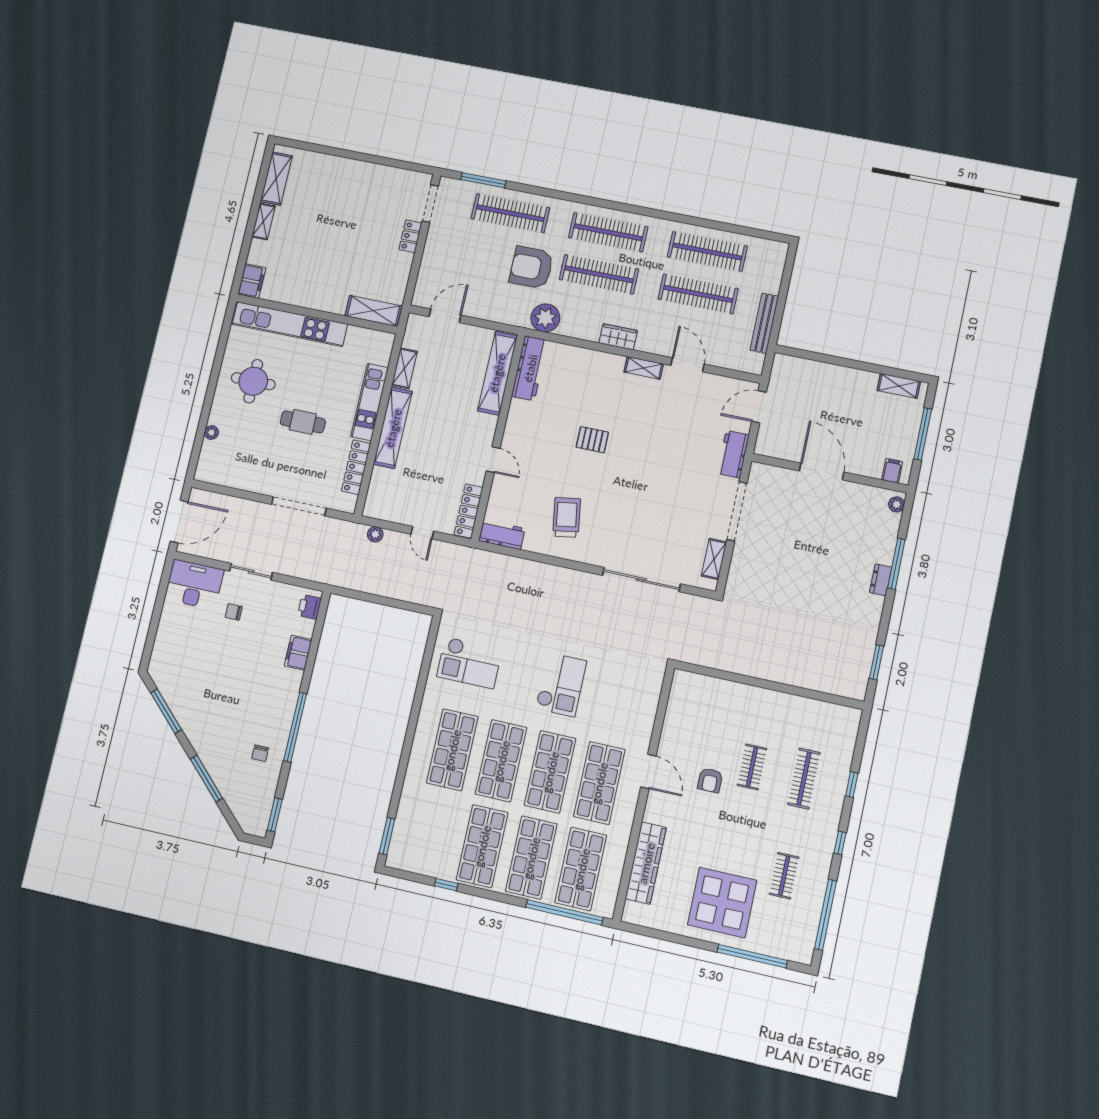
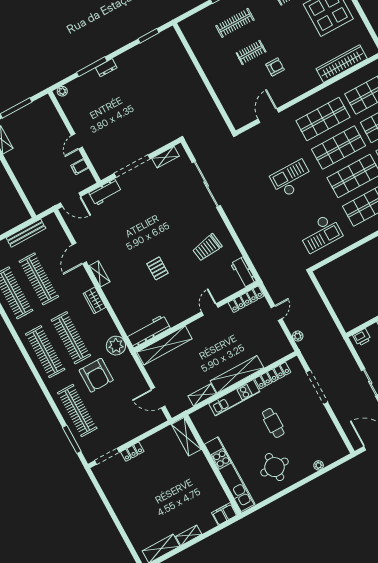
door: (822, 471) -> (77, 141), width x0.53
filing cabinet: (892, 471) -> (80, 167), moved
checkout: (469, 663) -> (320, 233), turned 90
door: (648, 771) -> (268, 116), moved

